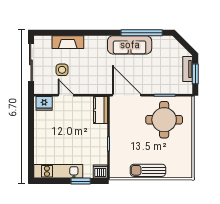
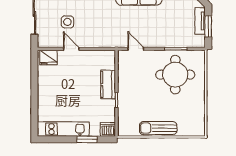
door: (127, 95) -> (136, 49), width x0.53
kitchen counter: (101, 110) -> (108, 84), moved

